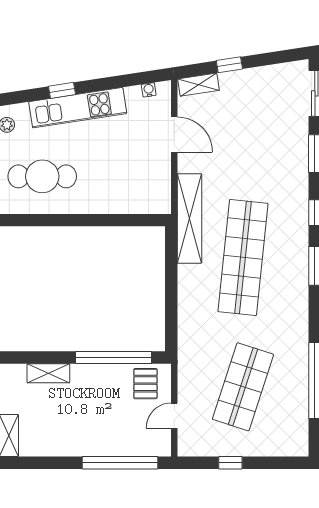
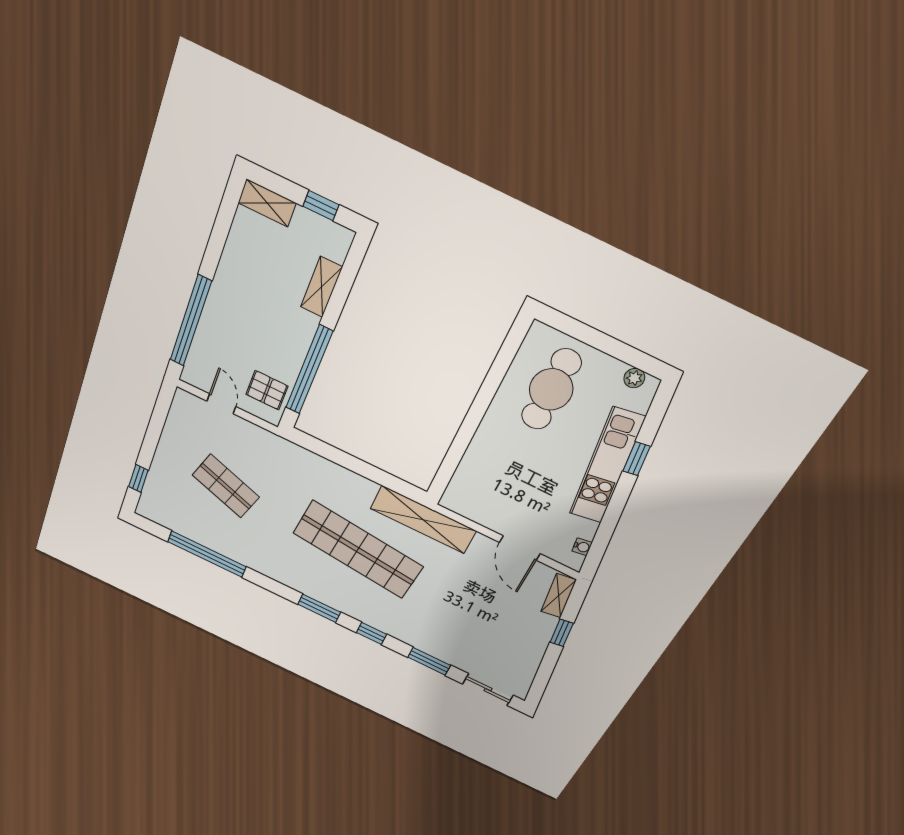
door: (174, 135) -> (520, 548), hinge flipped
shop shelf: (243, 387) -> (226, 486), width x0.70, depth x0.74
window: (230, 463) -> (138, 478), moved

